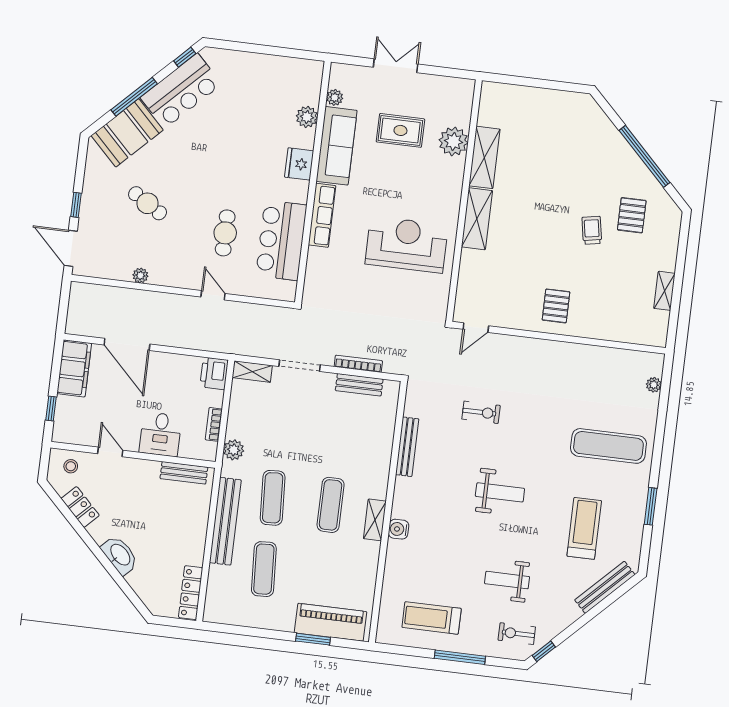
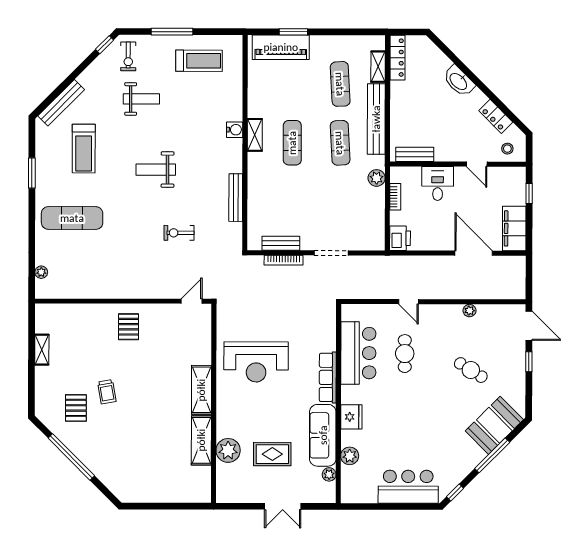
bar counter: (181, 91) -> (408, 487), moved, turned 45
shelving: (252, 372) -> (378, 67), moved, turned 90
exercise bike: (517, 634) -> (128, 56), turned 90

